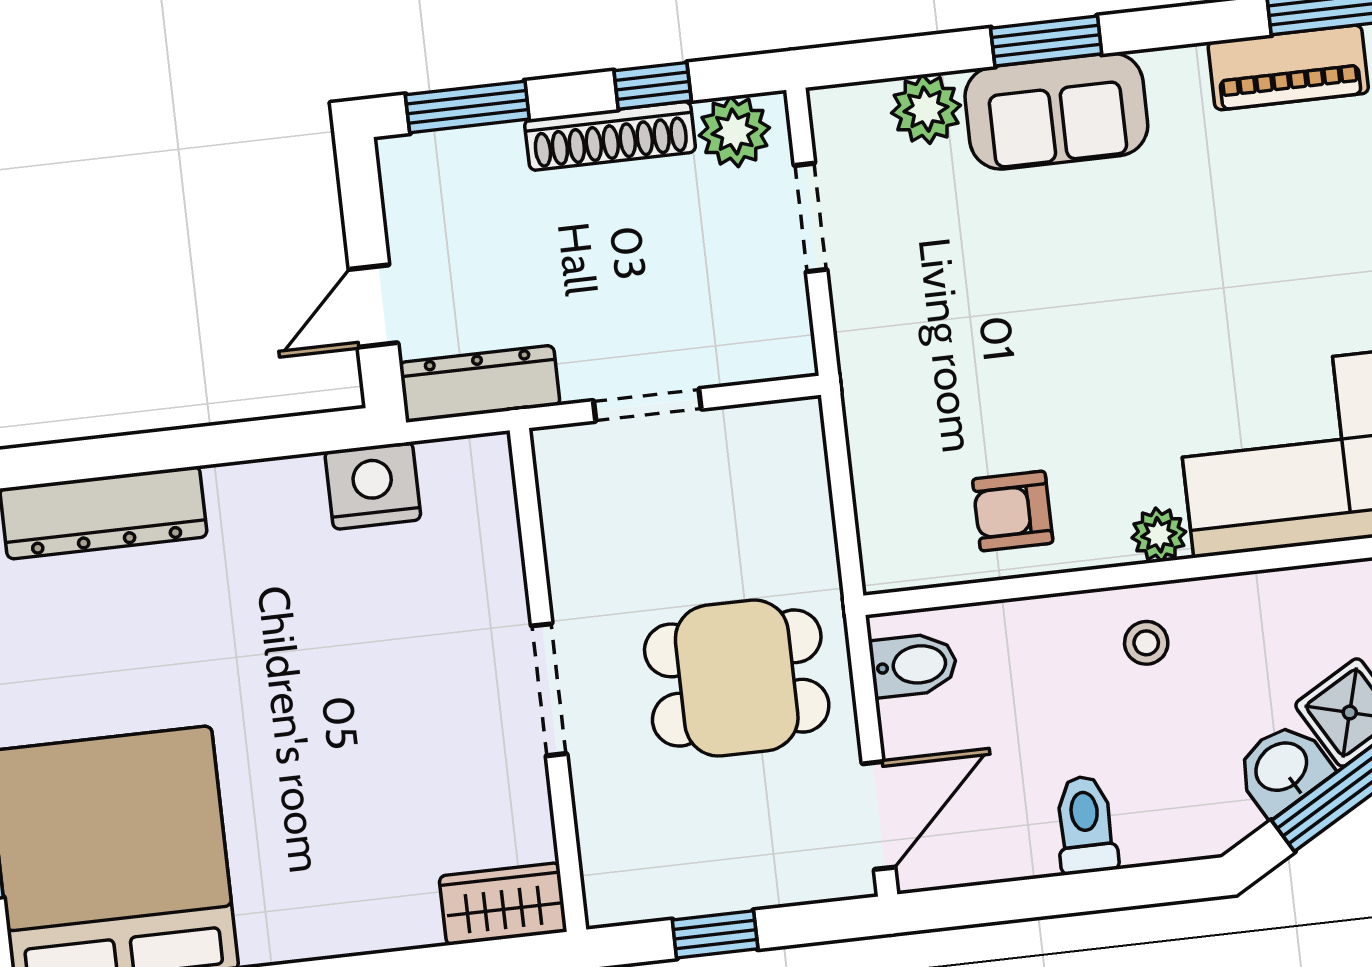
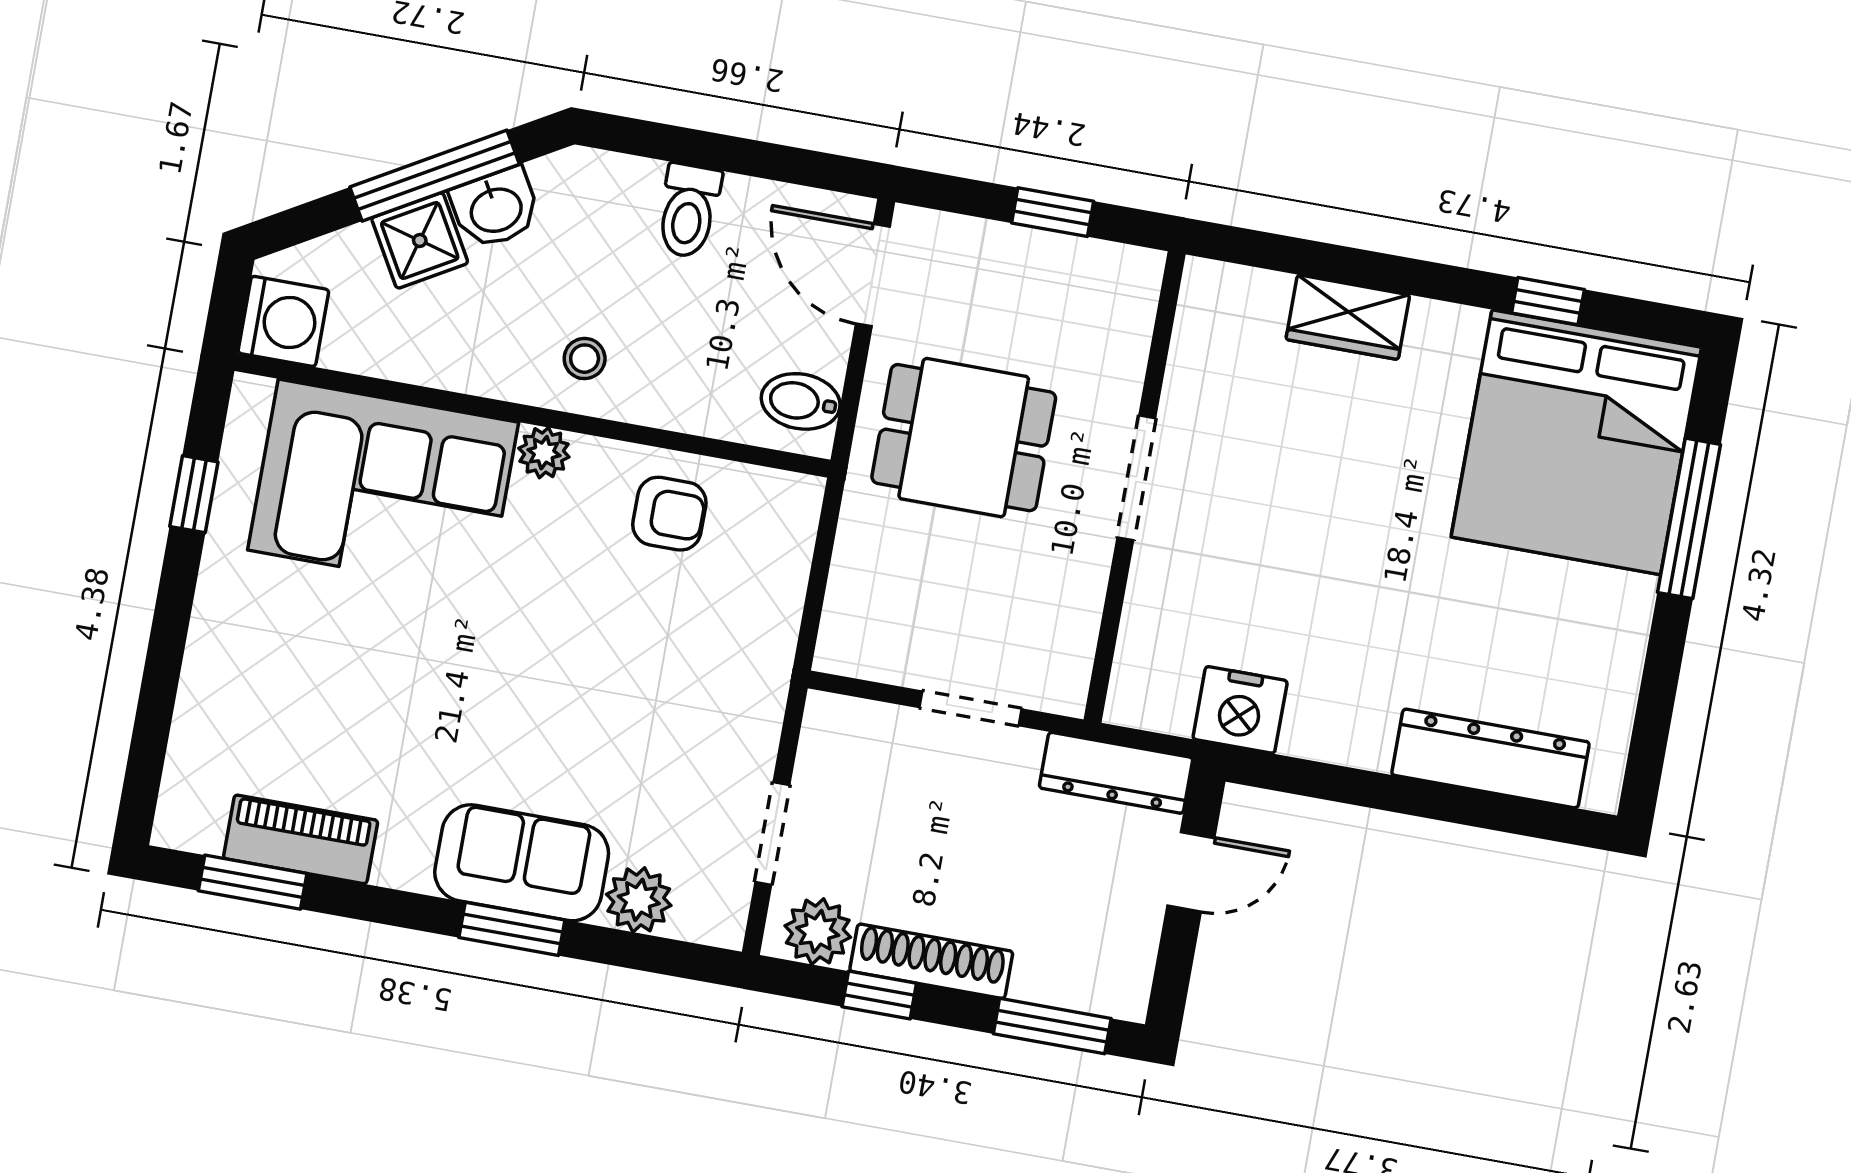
door: (879, 815) -> (873, 275), hinge flipped
wardrobe: (503, 904) -> (1348, 317), moved

